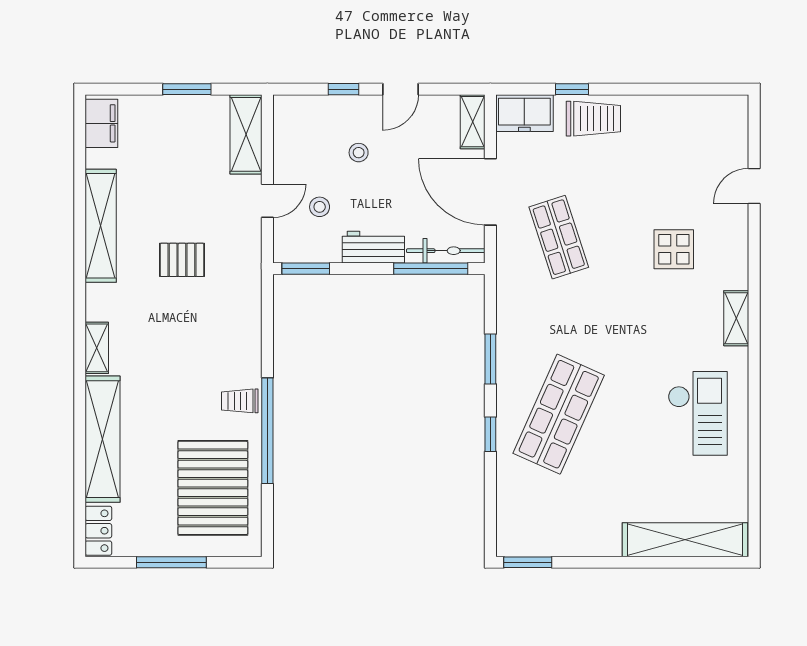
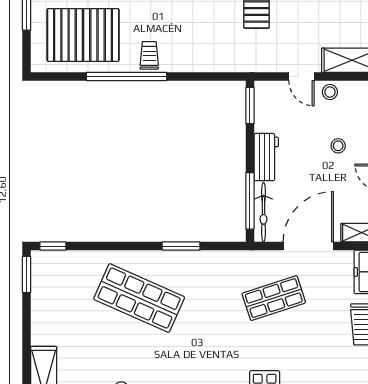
stool: (320, 207) -> (330, 92), moved
window: (490, 434) -> (53, 246), moved

